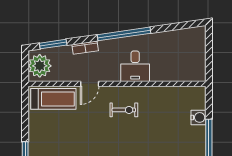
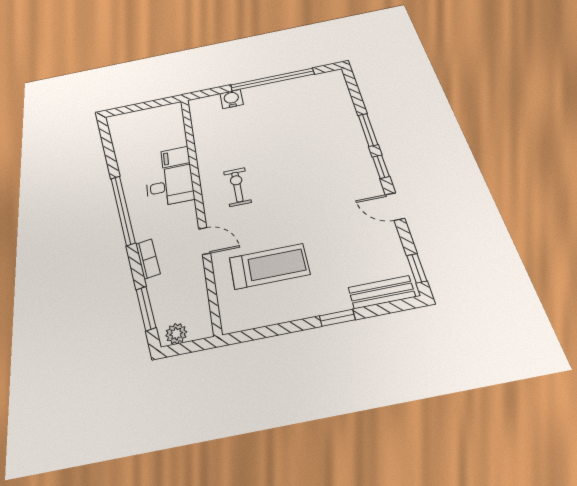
plant: (40, 66) -> (176, 334), width x0.53, depth x0.53
filing cabinet: (158, 72) -> (175, 157), added
treadmill: (53, 99) -> (269, 266), moved, turned 90

